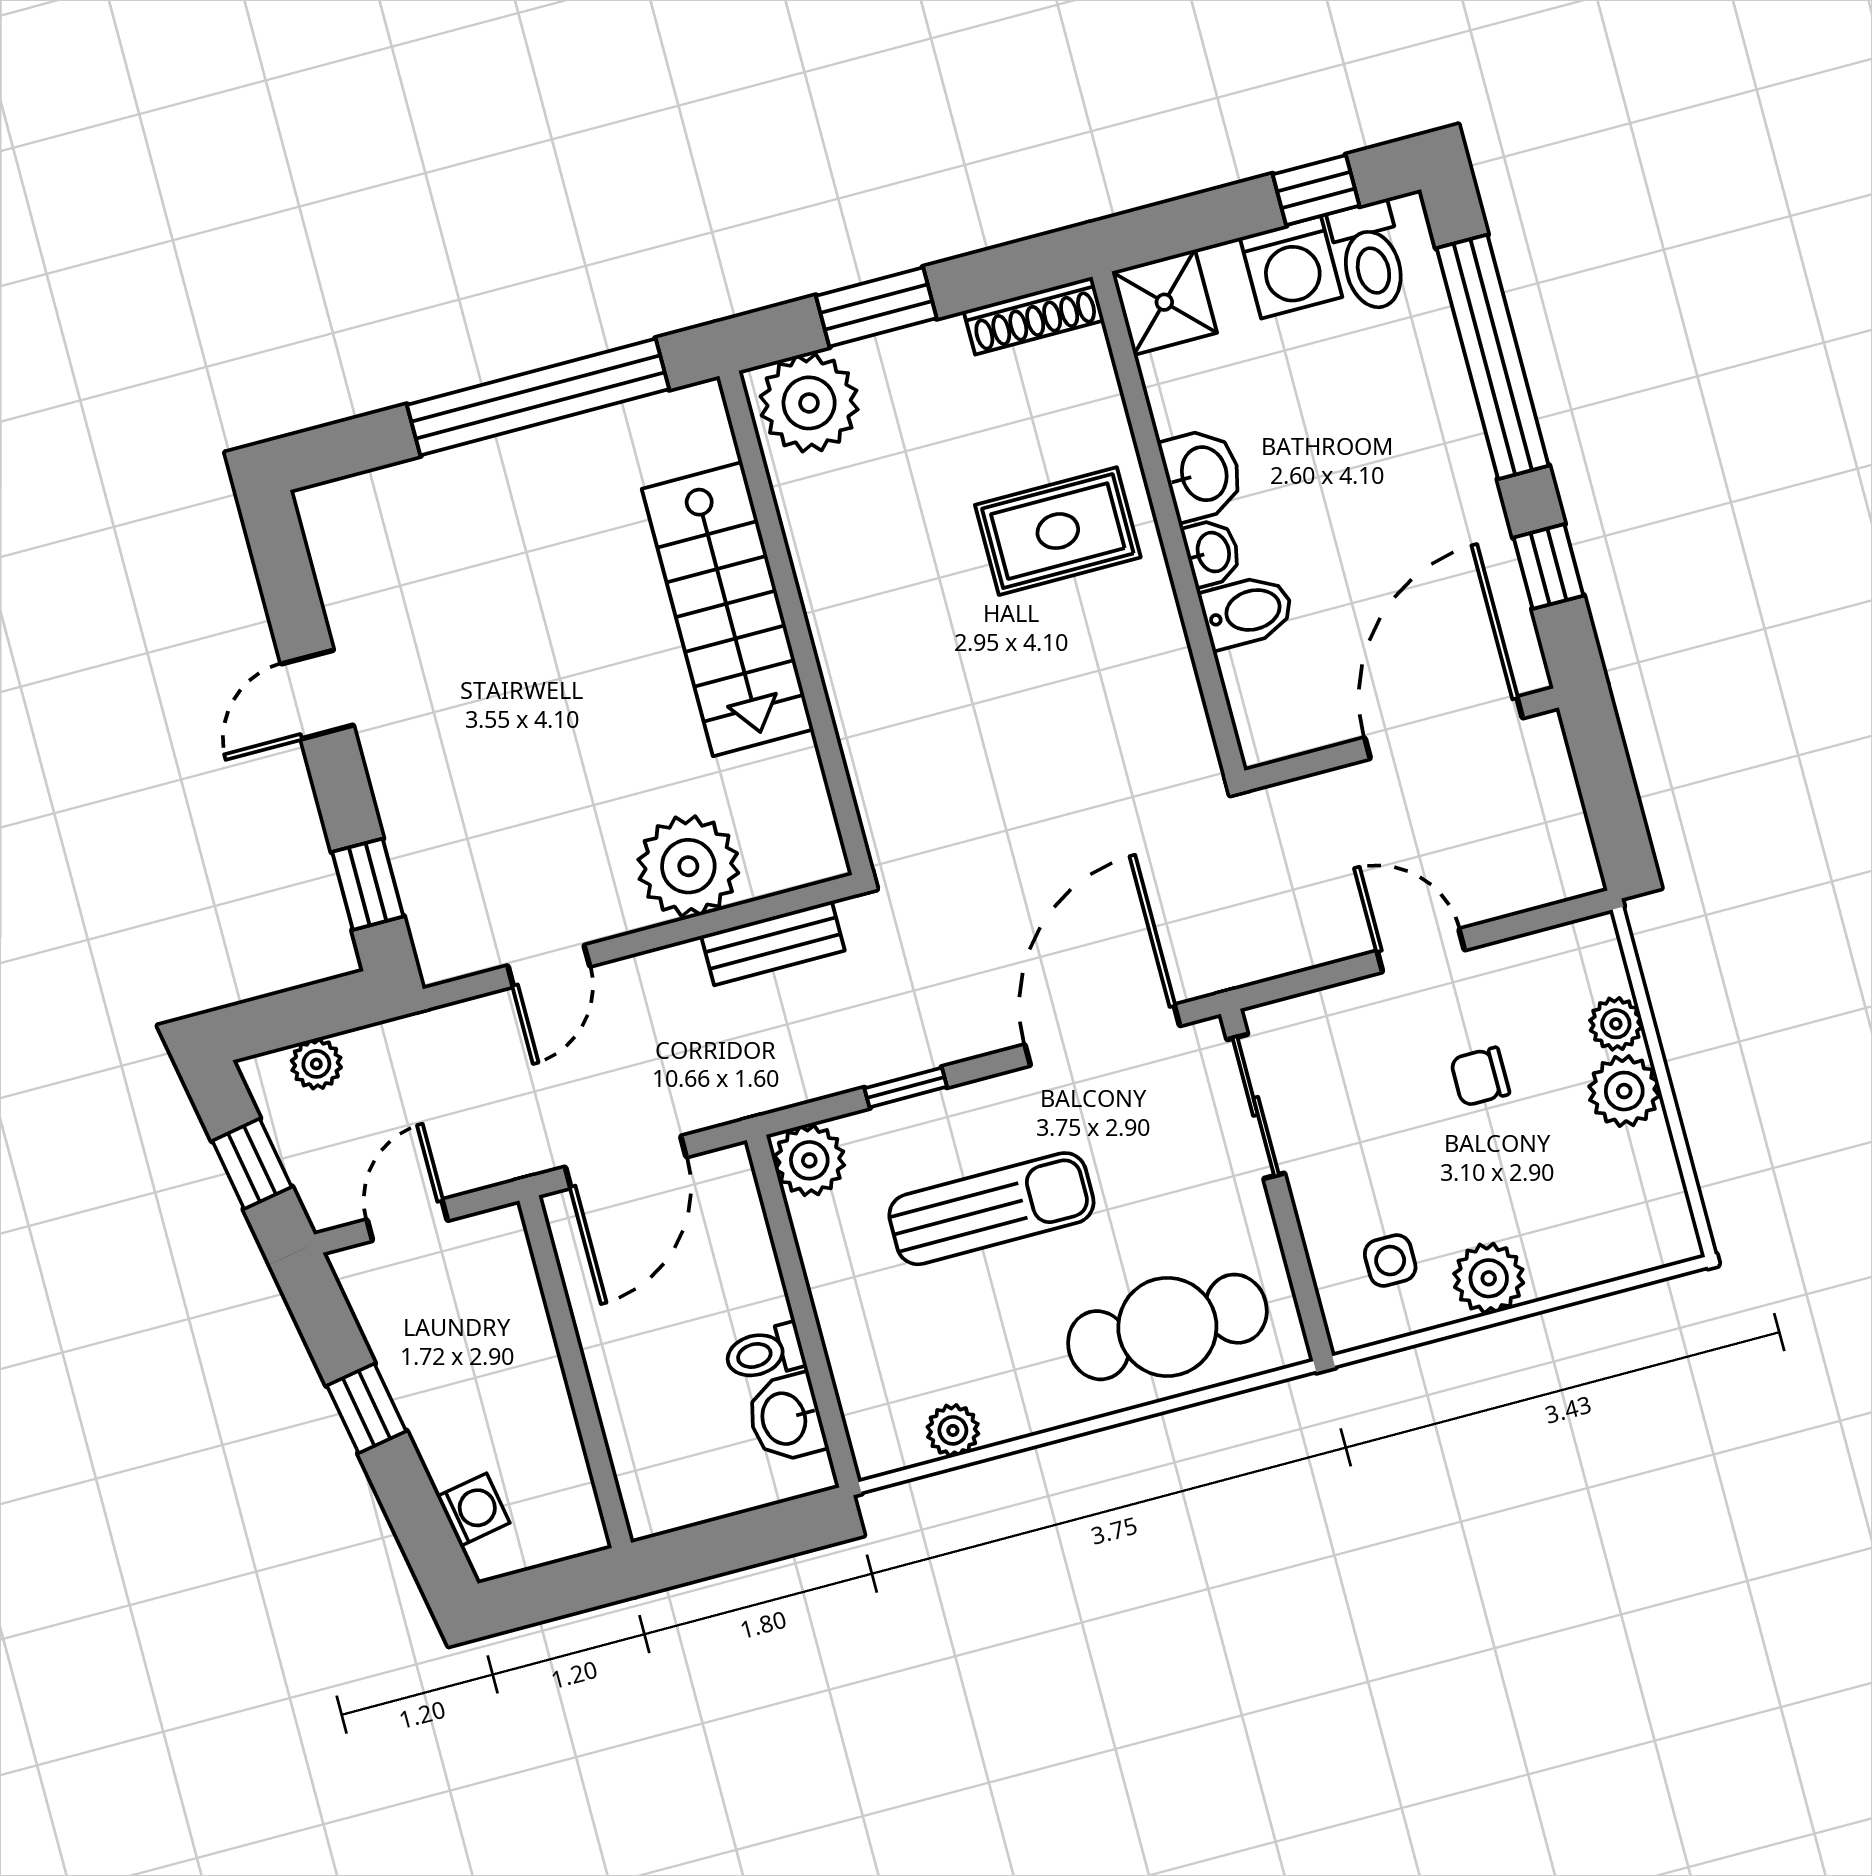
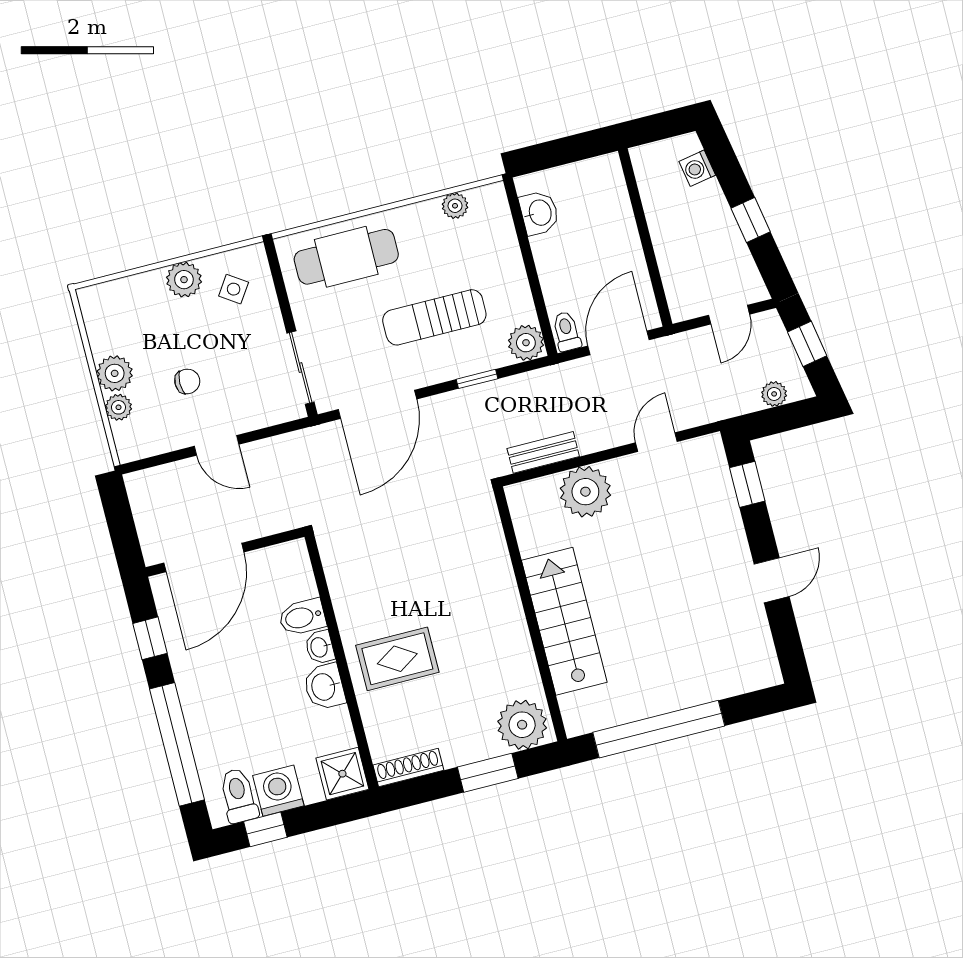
side table: (1390, 1261) -> (234, 289), turned 34
toilet: (765, 1353) -> (567, 331), moved, turned -90

